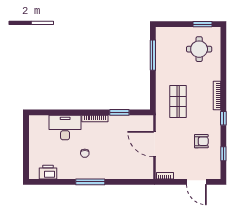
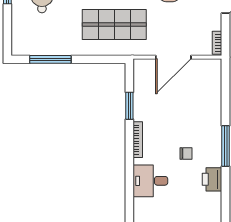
shop shelf: (178, 101) -> (114, 25), width x1.43, depth x1.36
desk: (65, 128) -> (150, 181), width x0.73
printer: (48, 172) -> (212, 179), moved

